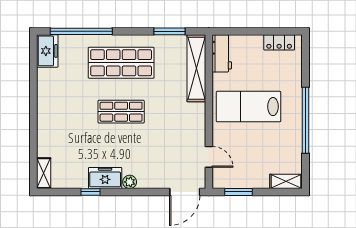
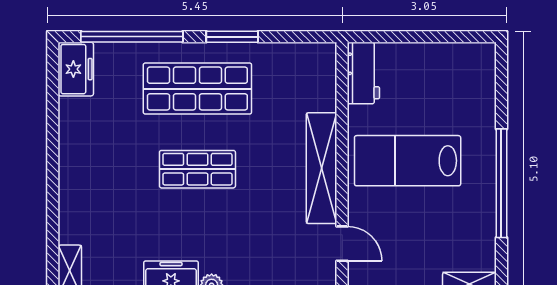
window: (169, 31) -> (232, 37), moved
locker: (279, 42) -> (458, 55), removed
shelving: (196, 68) -> (321, 168), moved

